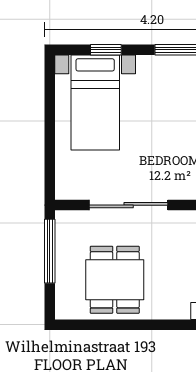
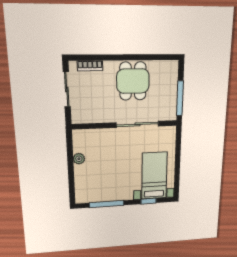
dining table: (115, 280) -> (133, 81), moved

